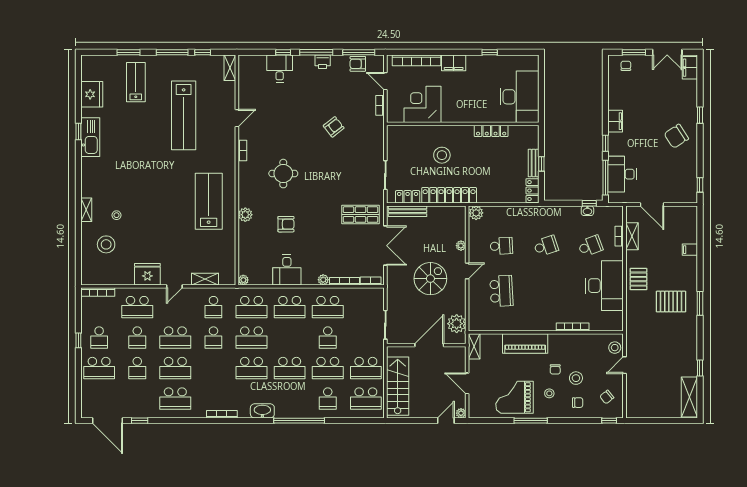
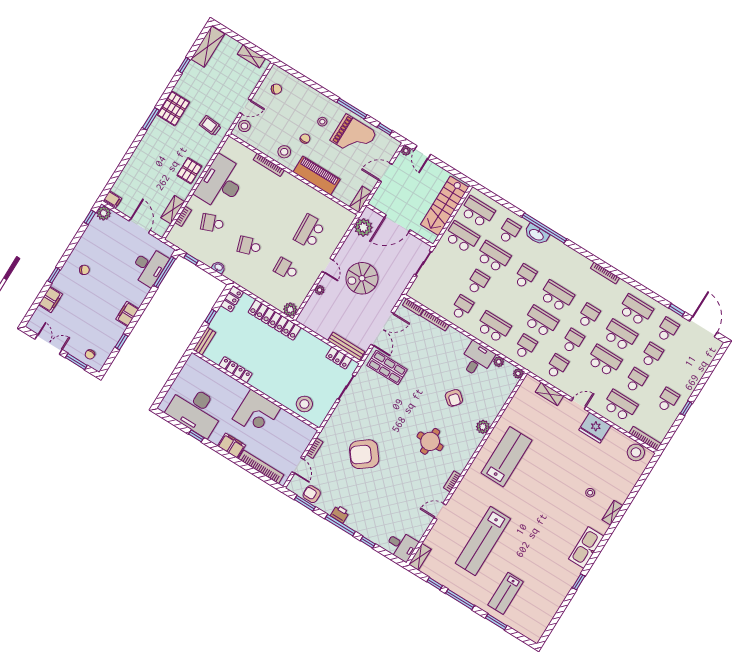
window: (359, 52) -> (305, 503), width x0.69
armchair: (358, 64) -> (312, 494), turned 180
desk: (280, 68) -> (402, 546), moved, turned -90
filing cabinet: (690, 68) -> (50, 299), moved
fridge: (92, 94) -> (548, 606), removed
desk: (519, 97) -> (196, 410), moved, turned -90
corner desk: (422, 104) -> (257, 413), moved
lab bench: (184, 115) -> (483, 541), turned 180
armchair: (334, 127) -> (364, 454), width x1.88, depth x1.88
chair: (676, 136) -> (84, 270), width x0.54, depth x0.54
kitchen sink: (90, 137) -> (586, 548), moved
window: (605, 143) -> (121, 342), moved
stool: (442, 155) -> (304, 404), moved
bench: (534, 163) -> (204, 341), moved
locker: (449, 195) -> (275, 320), moved
plant: (690, 196) -> (104, 213), added
lab bench: (209, 201) -> (506, 457), turned 180
washbasin: (587, 211) -> (218, 267), moved
armchair: (286, 224) -> (454, 398), turned -140
stool: (106, 244) -> (636, 452), moved
double door: (385, 246) -> (382, 329), swing flipped
filing cabinet: (690, 250) -> (113, 199), moved
door: (467, 271) -> (327, 266), swing flipped
plant: (323, 280) -> (499, 362), moved
pallet: (671, 302) -> (173, 109), moved, turned 90
school desk: (252, 307) -> (525, 347), width x0.54
school desk: (328, 307) -> (462, 307), width x0.54
trolley: (645, 330) -> (210, 126), added
school desk: (99, 368) -> (667, 330), moved, width x0.54
school desk: (213, 368) -> (588, 316), added
school desk: (290, 368) -> (525, 276), width x0.54
stool: (576, 378) -> (284, 152), moved
door: (467, 383) -> (385, 172), swing flipped
chair: (578, 403) -> (304, 99), removed
washbasin: (262, 411) -> (537, 234), moved
shelving: (646, 412) -> (251, 56), added
door: (446, 421) -> (422, 152), hinge flipped
window: (609, 421) -> (385, 129), moved

